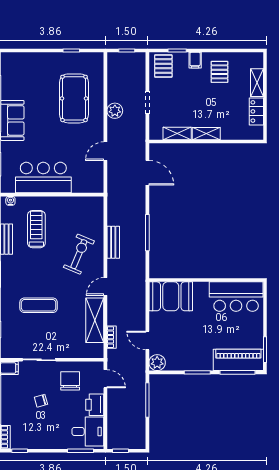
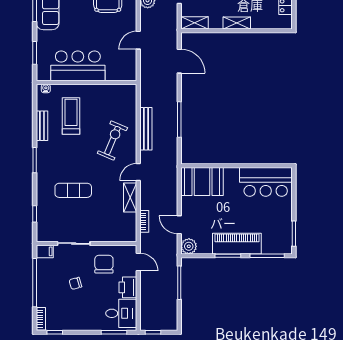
shelving: (177, 133) -> (195, 23), moved
bench: (113, 242) -> (146, 129), width x1.36
shelving: (95, 320) -> (130, 198), width x0.67, depth x0.75
piano: (238, 360) -> (237, 244), moved

